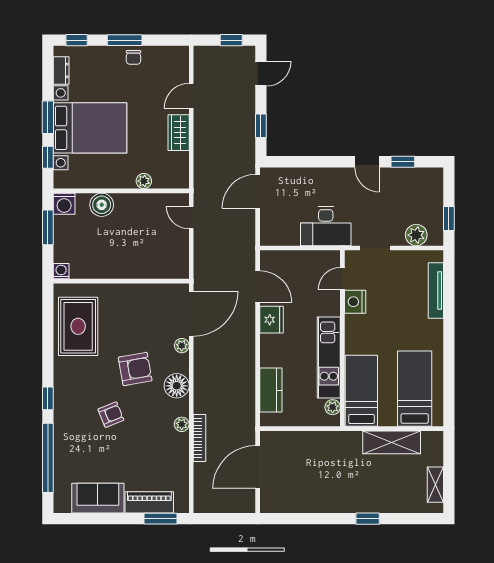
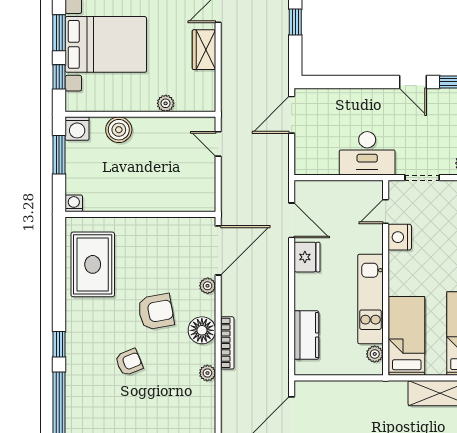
window: (261, 126) -> (295, 22), moved
bookcase: (200, 438) -> (227, 343), moved

